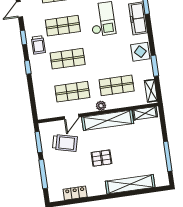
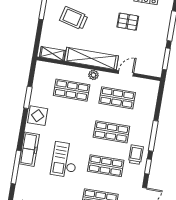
window: (28, 67) -> (153, 136), width x2.17
shelving: (151, 91) -> (40, 74), removed
trolley: (65, 143) -> (74, 18), moved
pallet: (101, 158) -> (128, 22), moved

